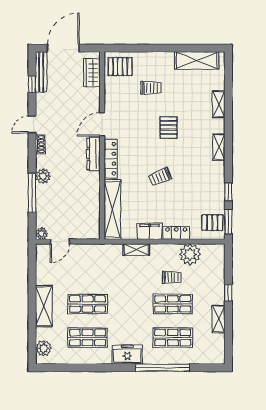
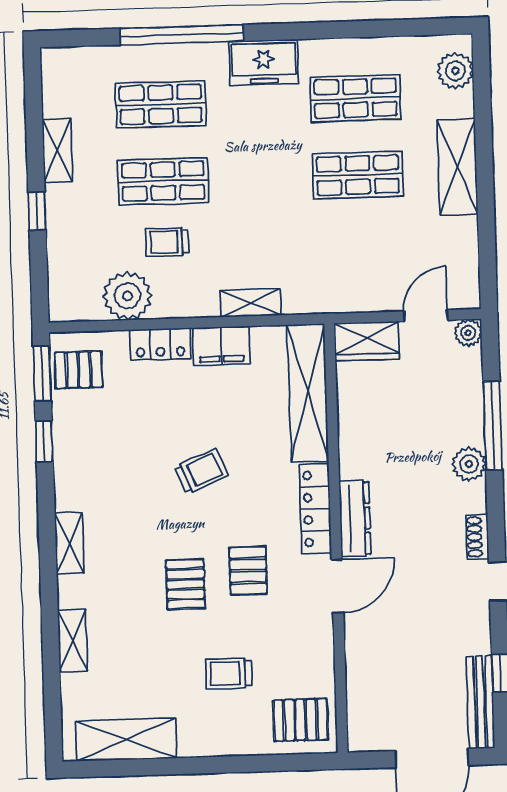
wardrobe: (92, 73) -> (367, 341), moved, turned 90
pallet: (141, 133) -> (248, 571), added

